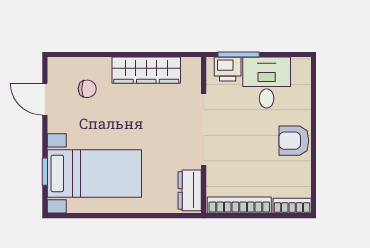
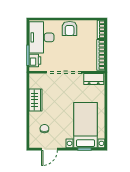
wardrobe: (146, 70) -> (35, 100), width x0.67
desk: (267, 83) -> (41, 37), width x1.37

